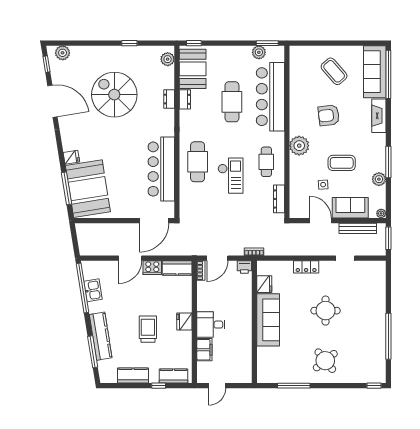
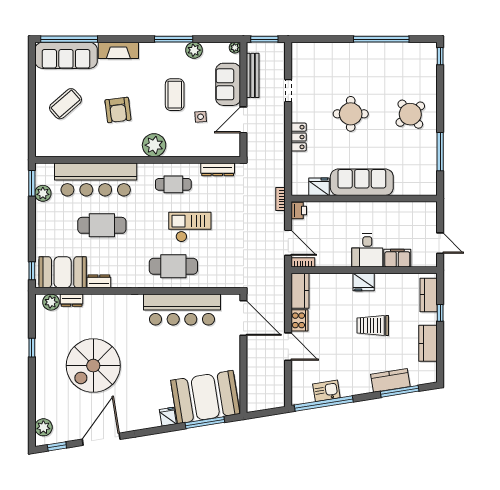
dresser: (169, 99) -> (72, 300), moved
kitchen counter: (101, 336) -> (390, 380), width x0.67

